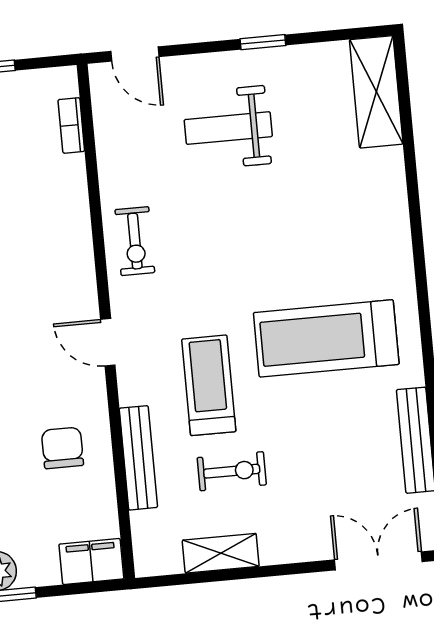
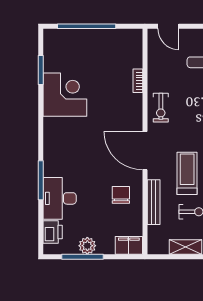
bookcase: (71, 125) -> (138, 81), moved
door: (108, 342) -> (145, 151), width x1.88

